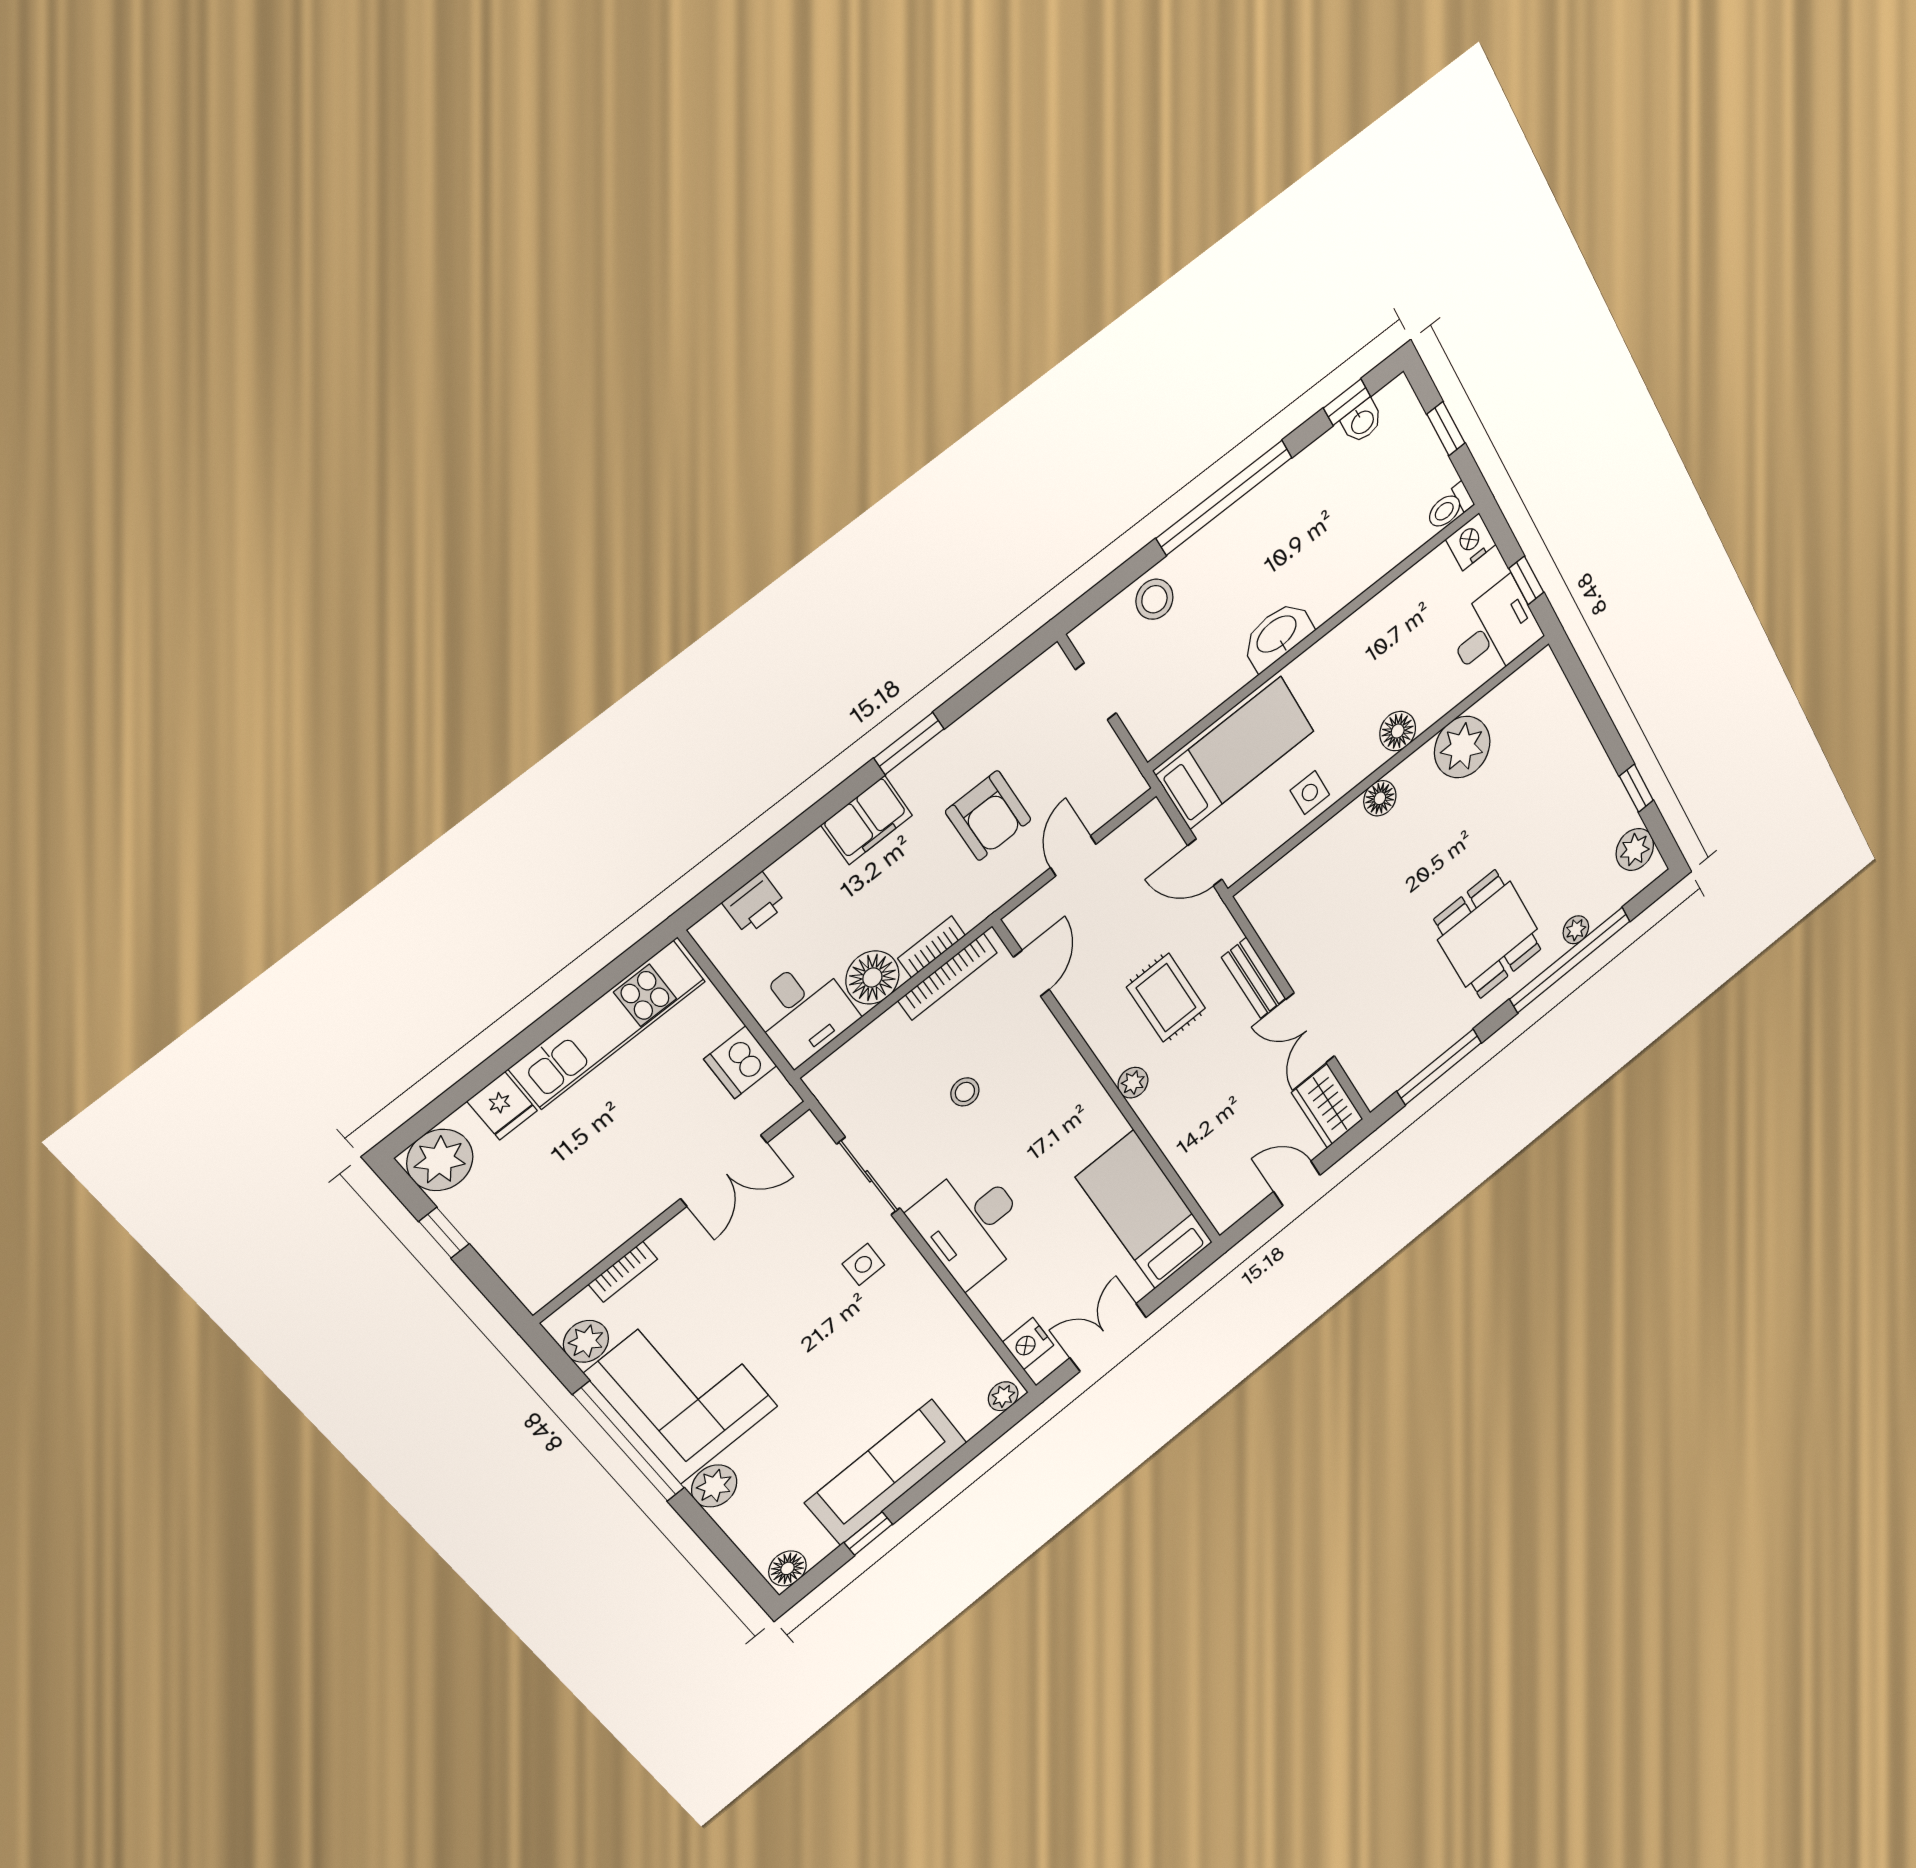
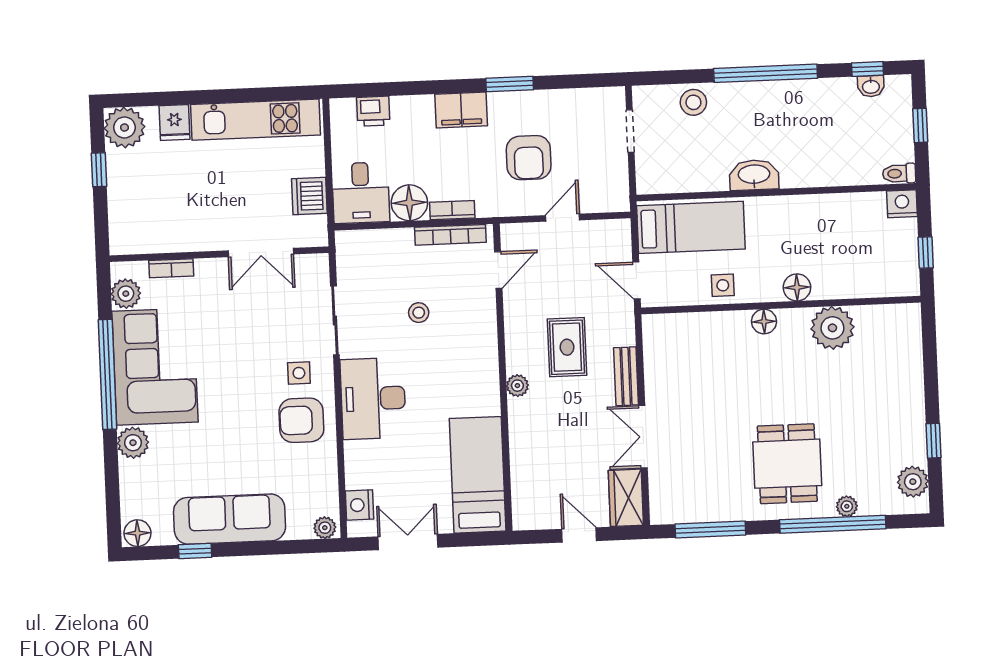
desk: (1494, 631) -> (890, 270), removed
armchair: (901, 1311) -> (301, 420), added

